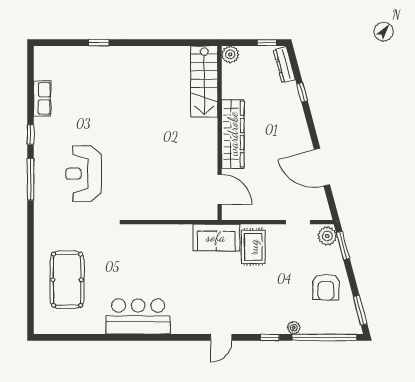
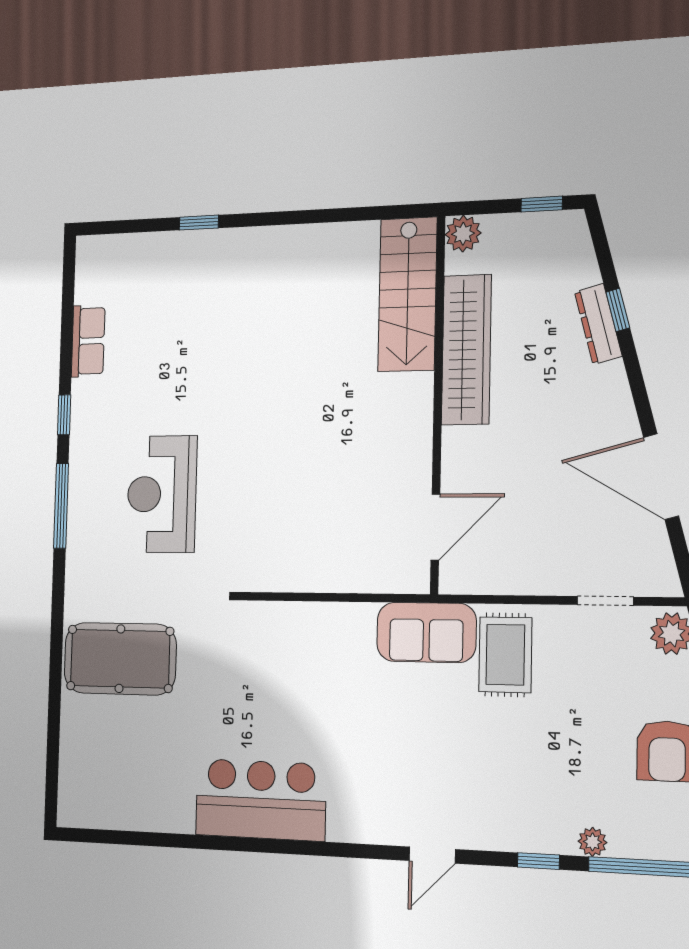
dresser: (284, 65) -> (598, 324), moved
wardrobe: (233, 134) -> (466, 350), moved
door: (220, 189) -> (435, 527), hinge flipped
pool table: (67, 280) -> (120, 659), moved, turned 90

